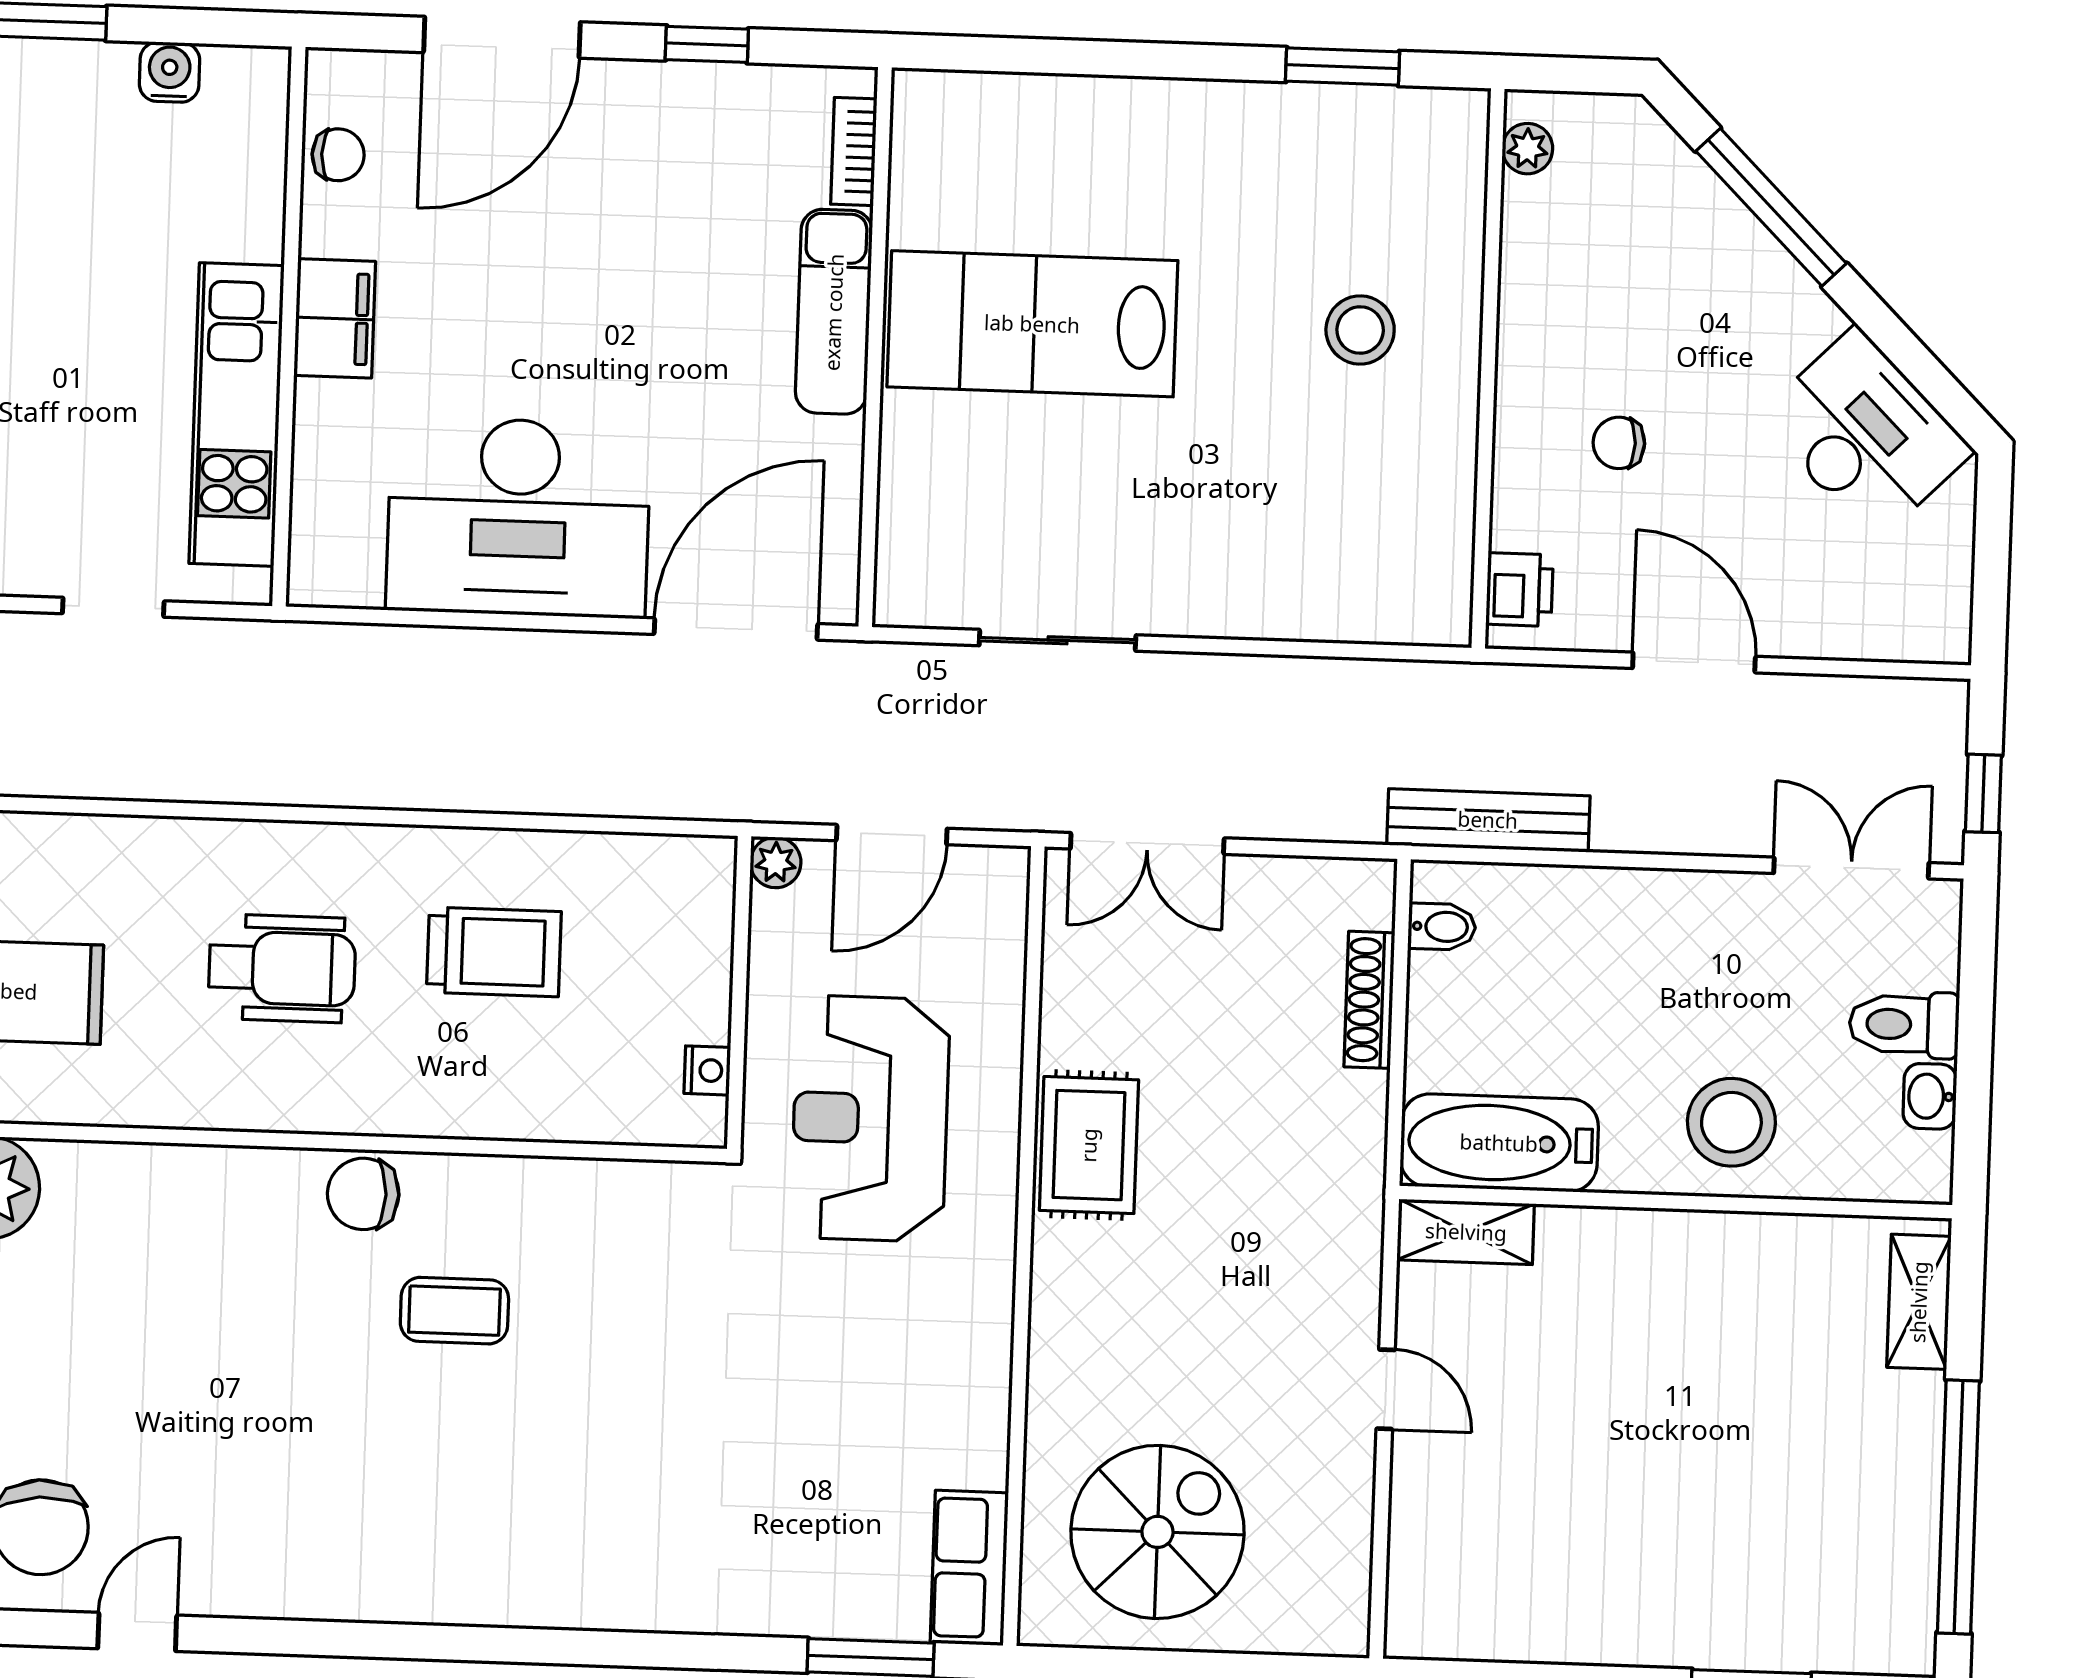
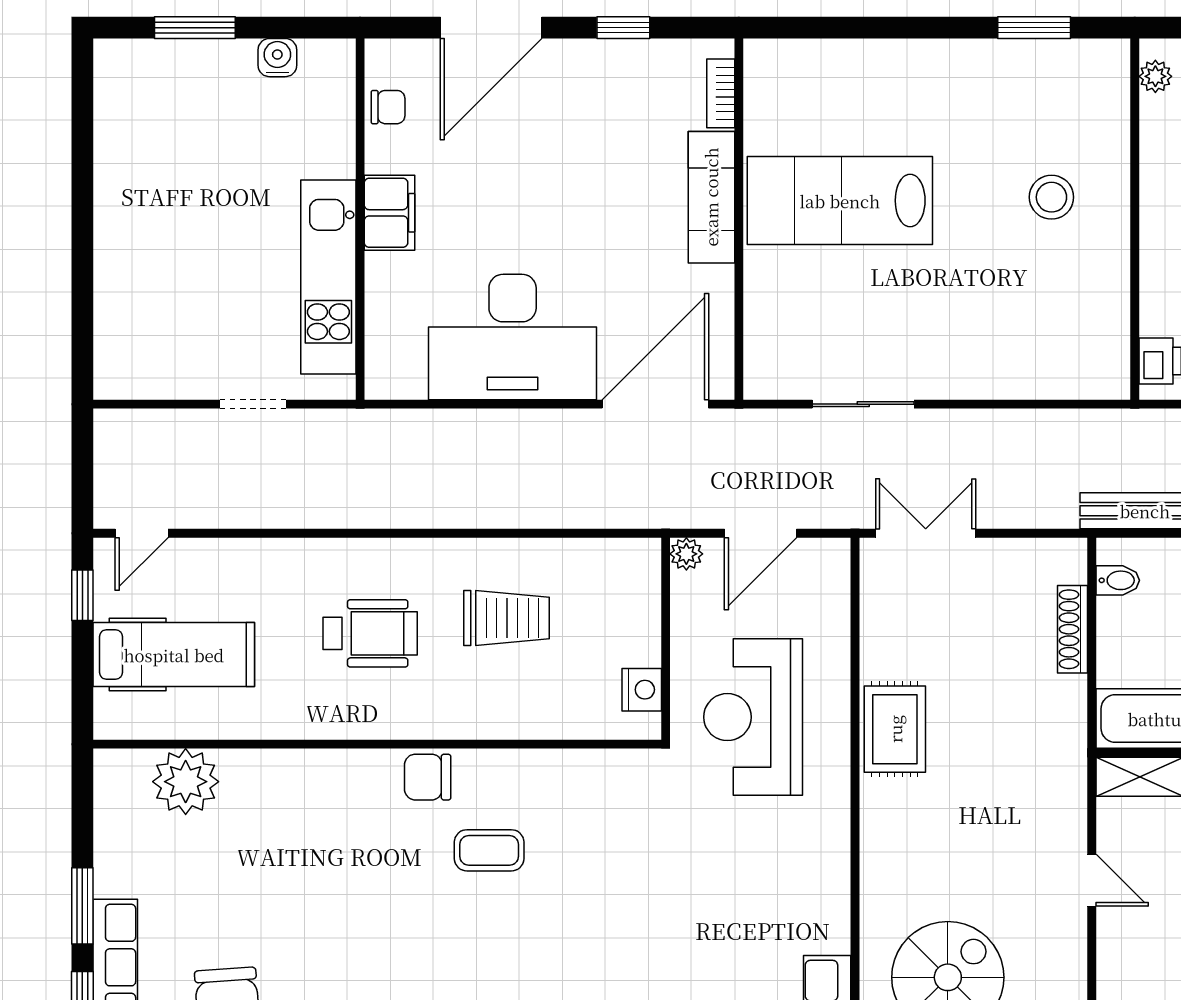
double door: (1147, 843) -> (926, 533), swing flipped
nightstand: (707, 1070) -> (642, 690), width x1.39, depth x1.35

